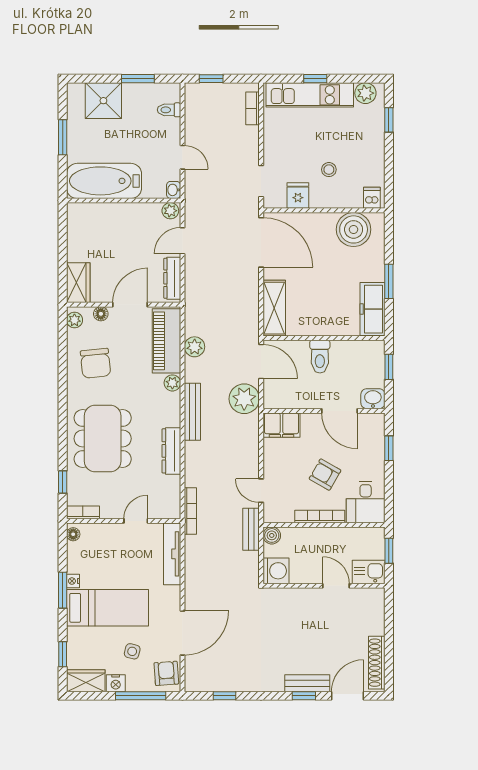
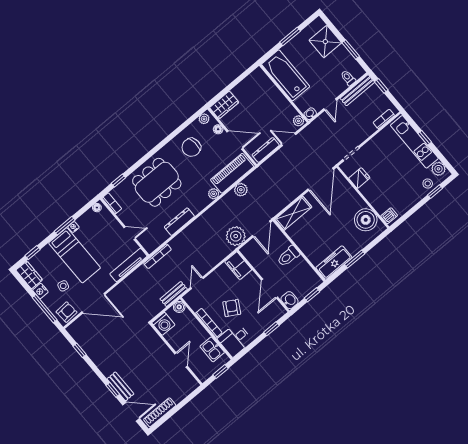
stool: (329, 170) -> (428, 184), moved
bench: (192, 412) -> (357, 90), moved
kitchen sink: (369, 572) -> (212, 349), moved, turned 180

